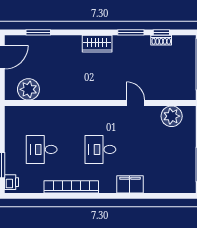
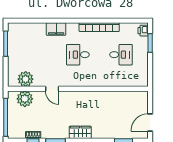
plant: (28, 89) -> (25, 99), moved
desk: (100, 149) -> (78, 55), turned 180

